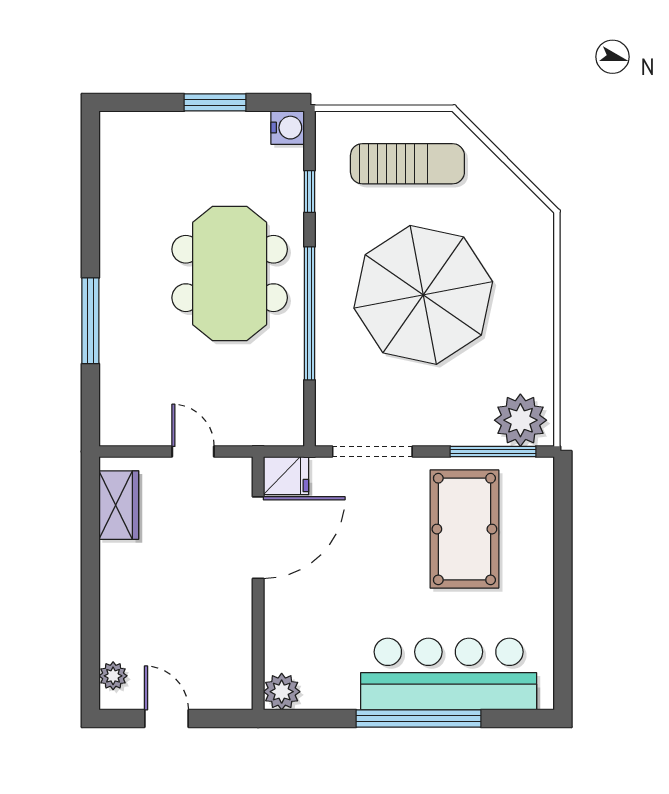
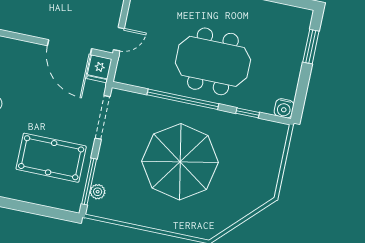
window: (215, 102) -> (311, 47), moved
sun lounger: (407, 164) -> (251, 168), removed
plant: (520, 420) -> (98, 192), width x0.53, depth x0.53
door: (193, 452) -> (119, 39), moved

